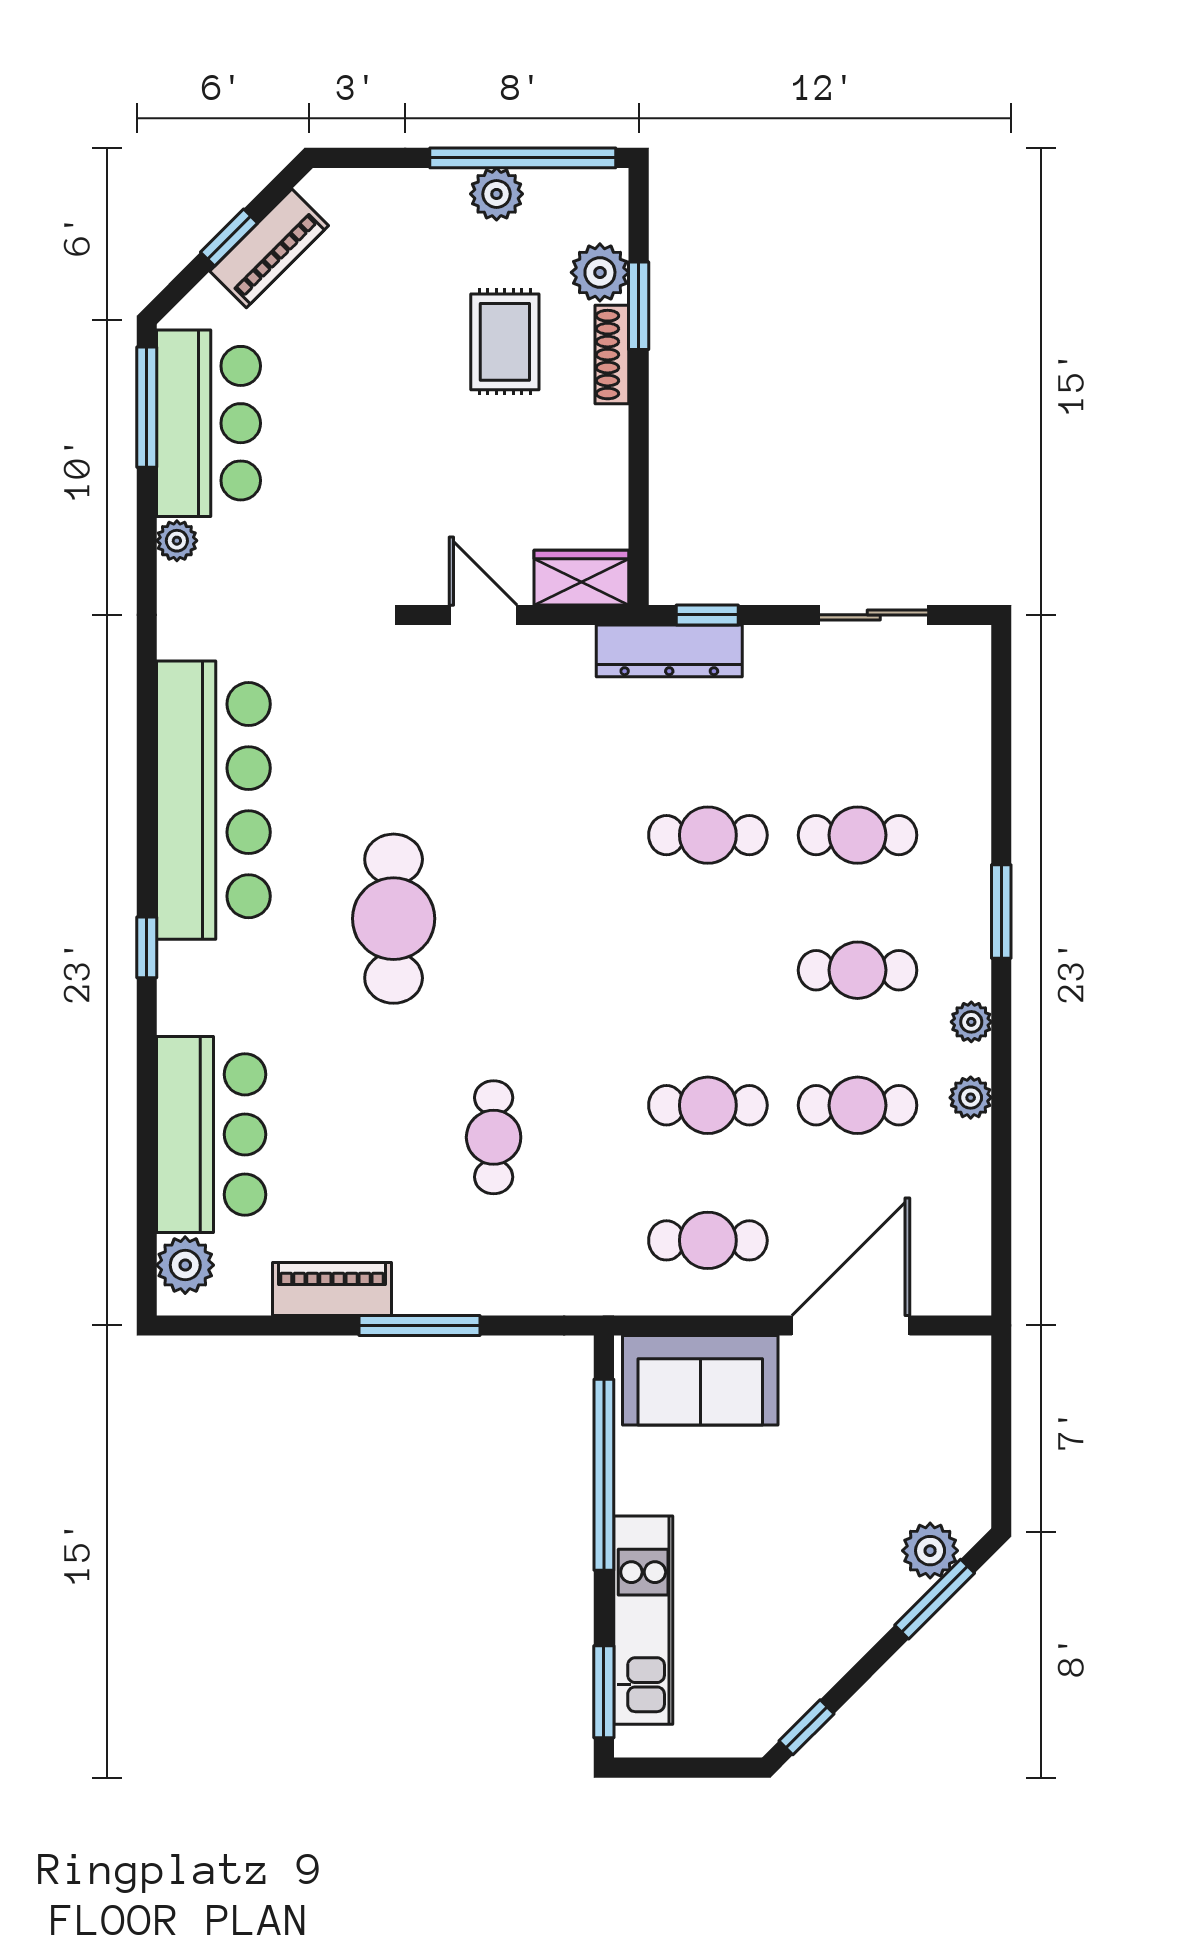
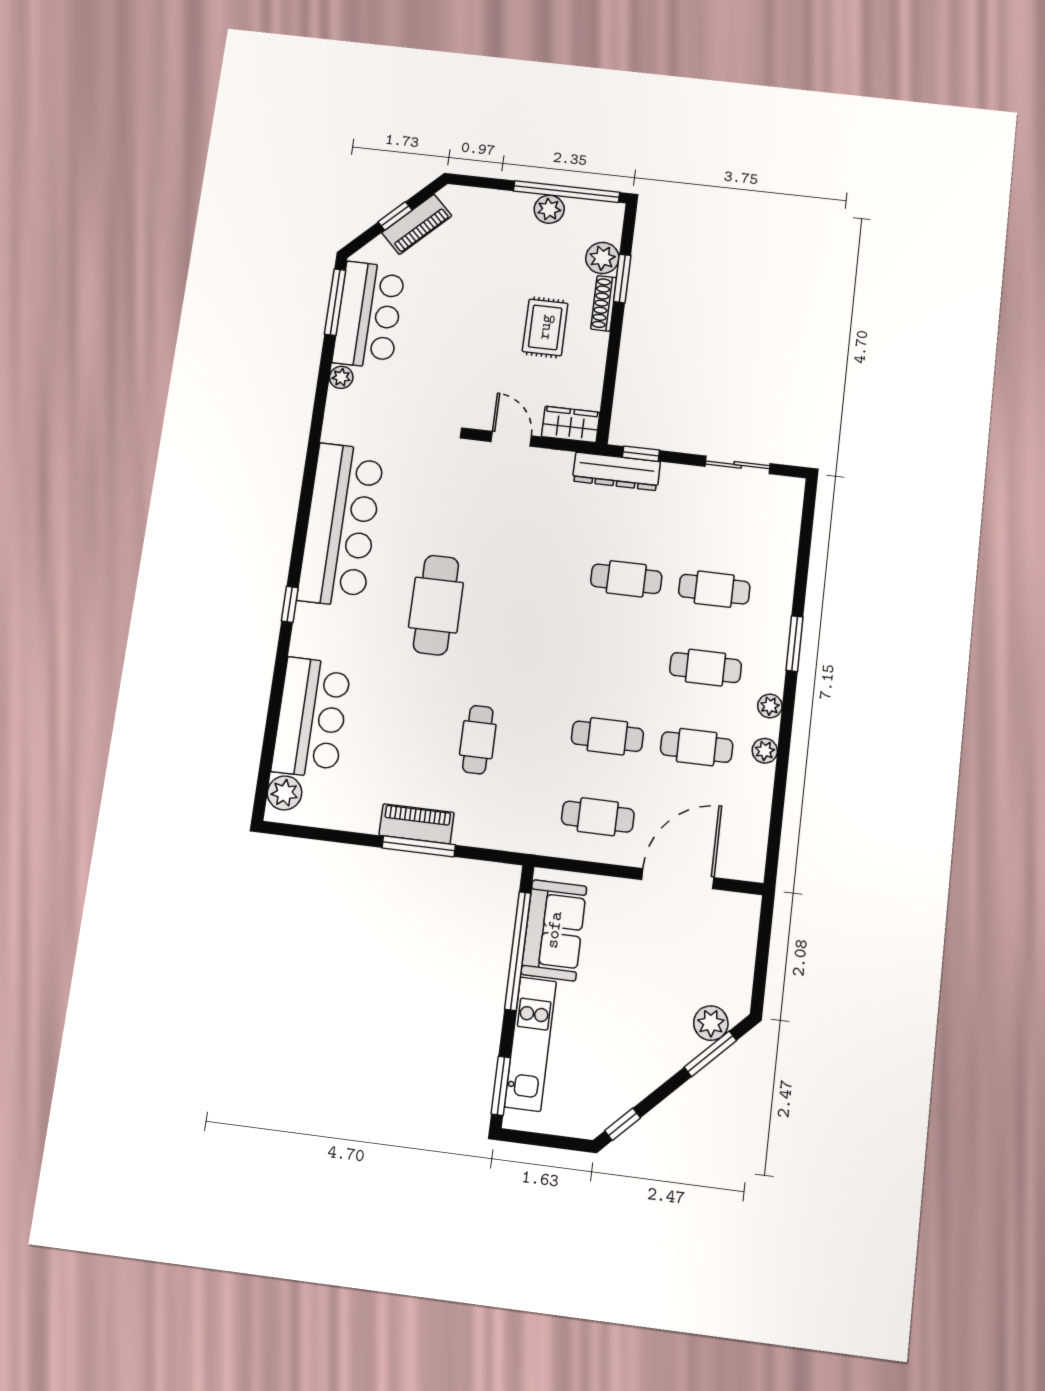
rug: (505, 342) -> (545, 327), moved
piano: (332, 1289) -> (417, 824), moved
sofa: (700, 1380) -> (554, 930), moved, turned -90

